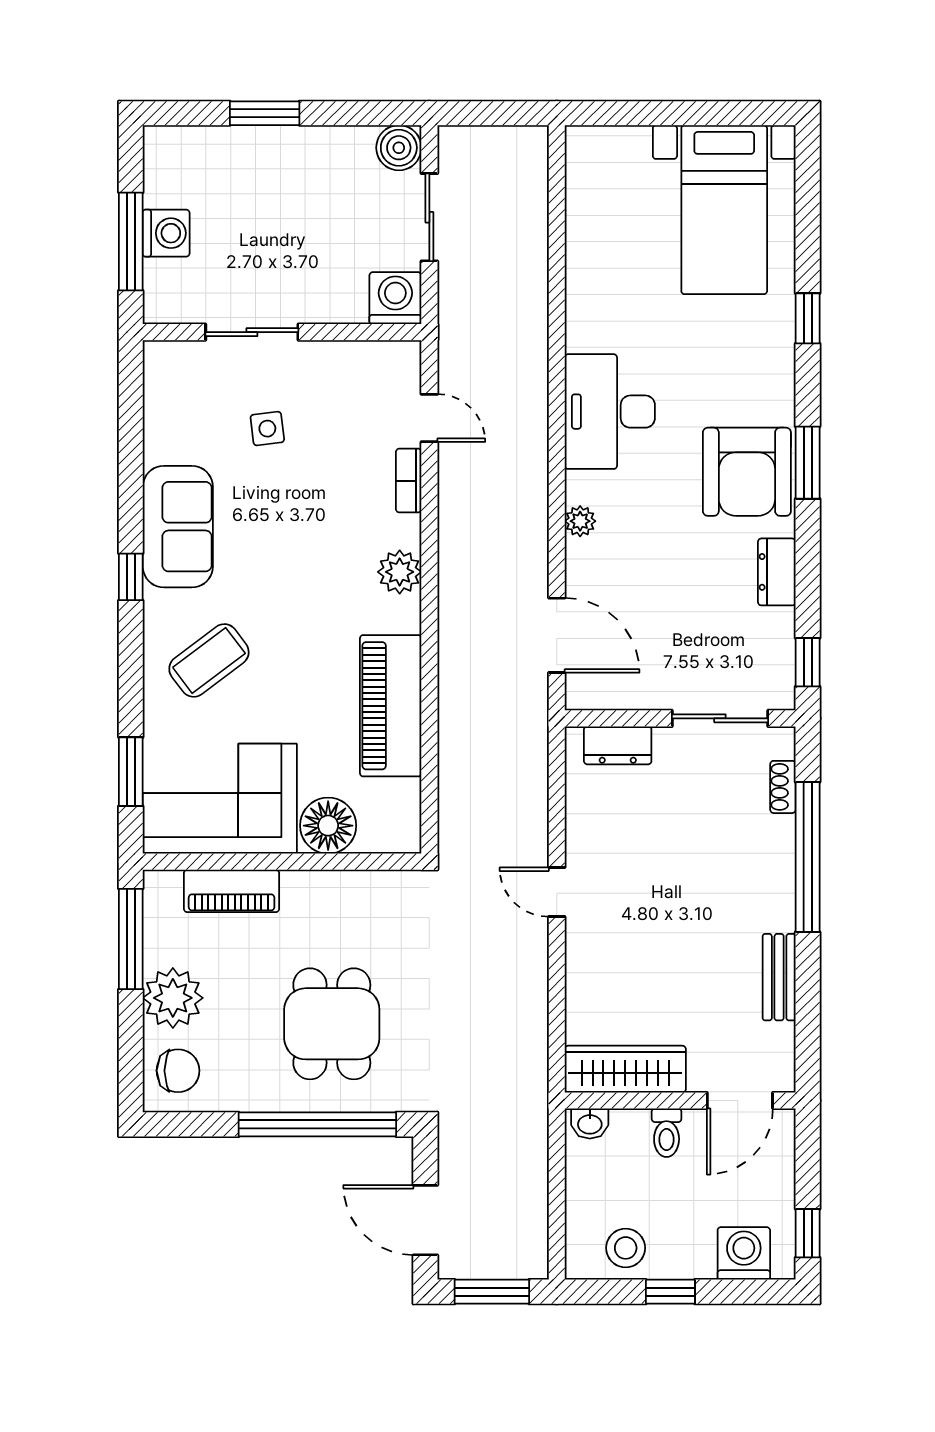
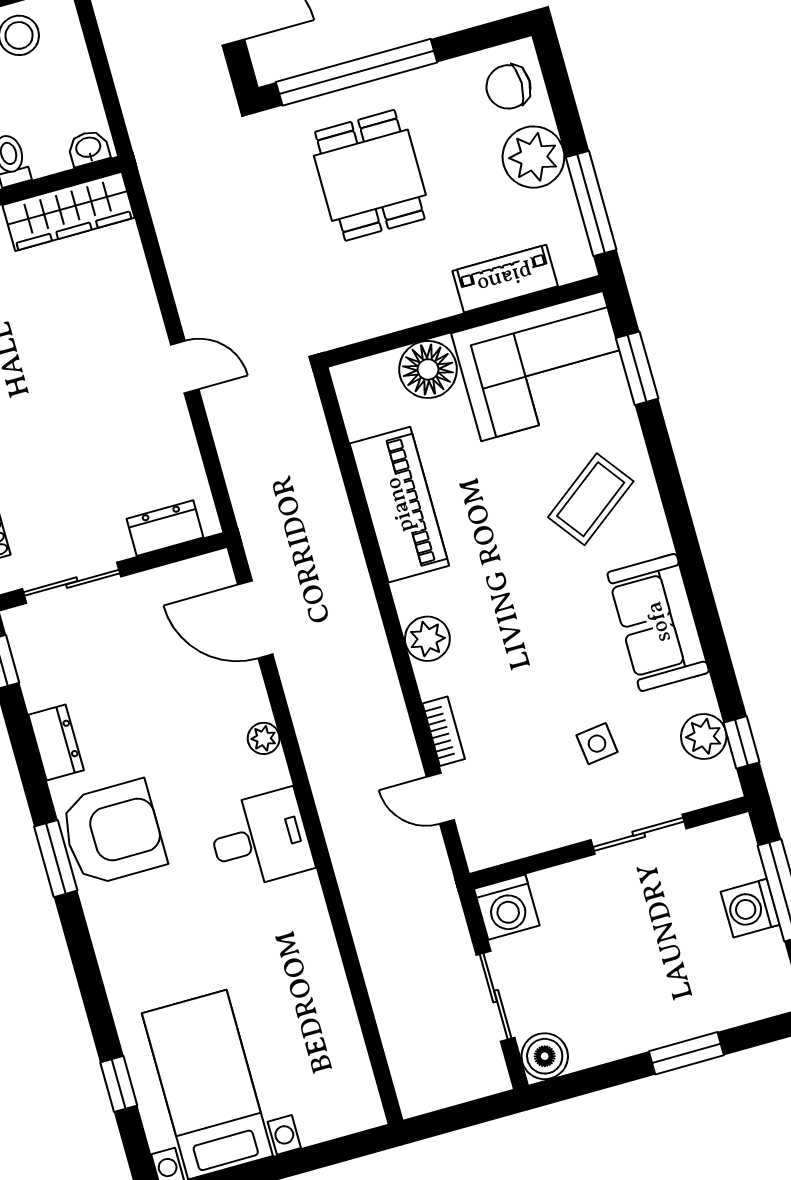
window: (808, 318) -> (119, 1084), moved
plant: (165, 407) -> (704, 737), added
desk: (610, 412) -> (260, 839), width x0.73
armchair: (747, 472) -> (113, 833), turned 90
window: (131, 577) -> (742, 742), moved

